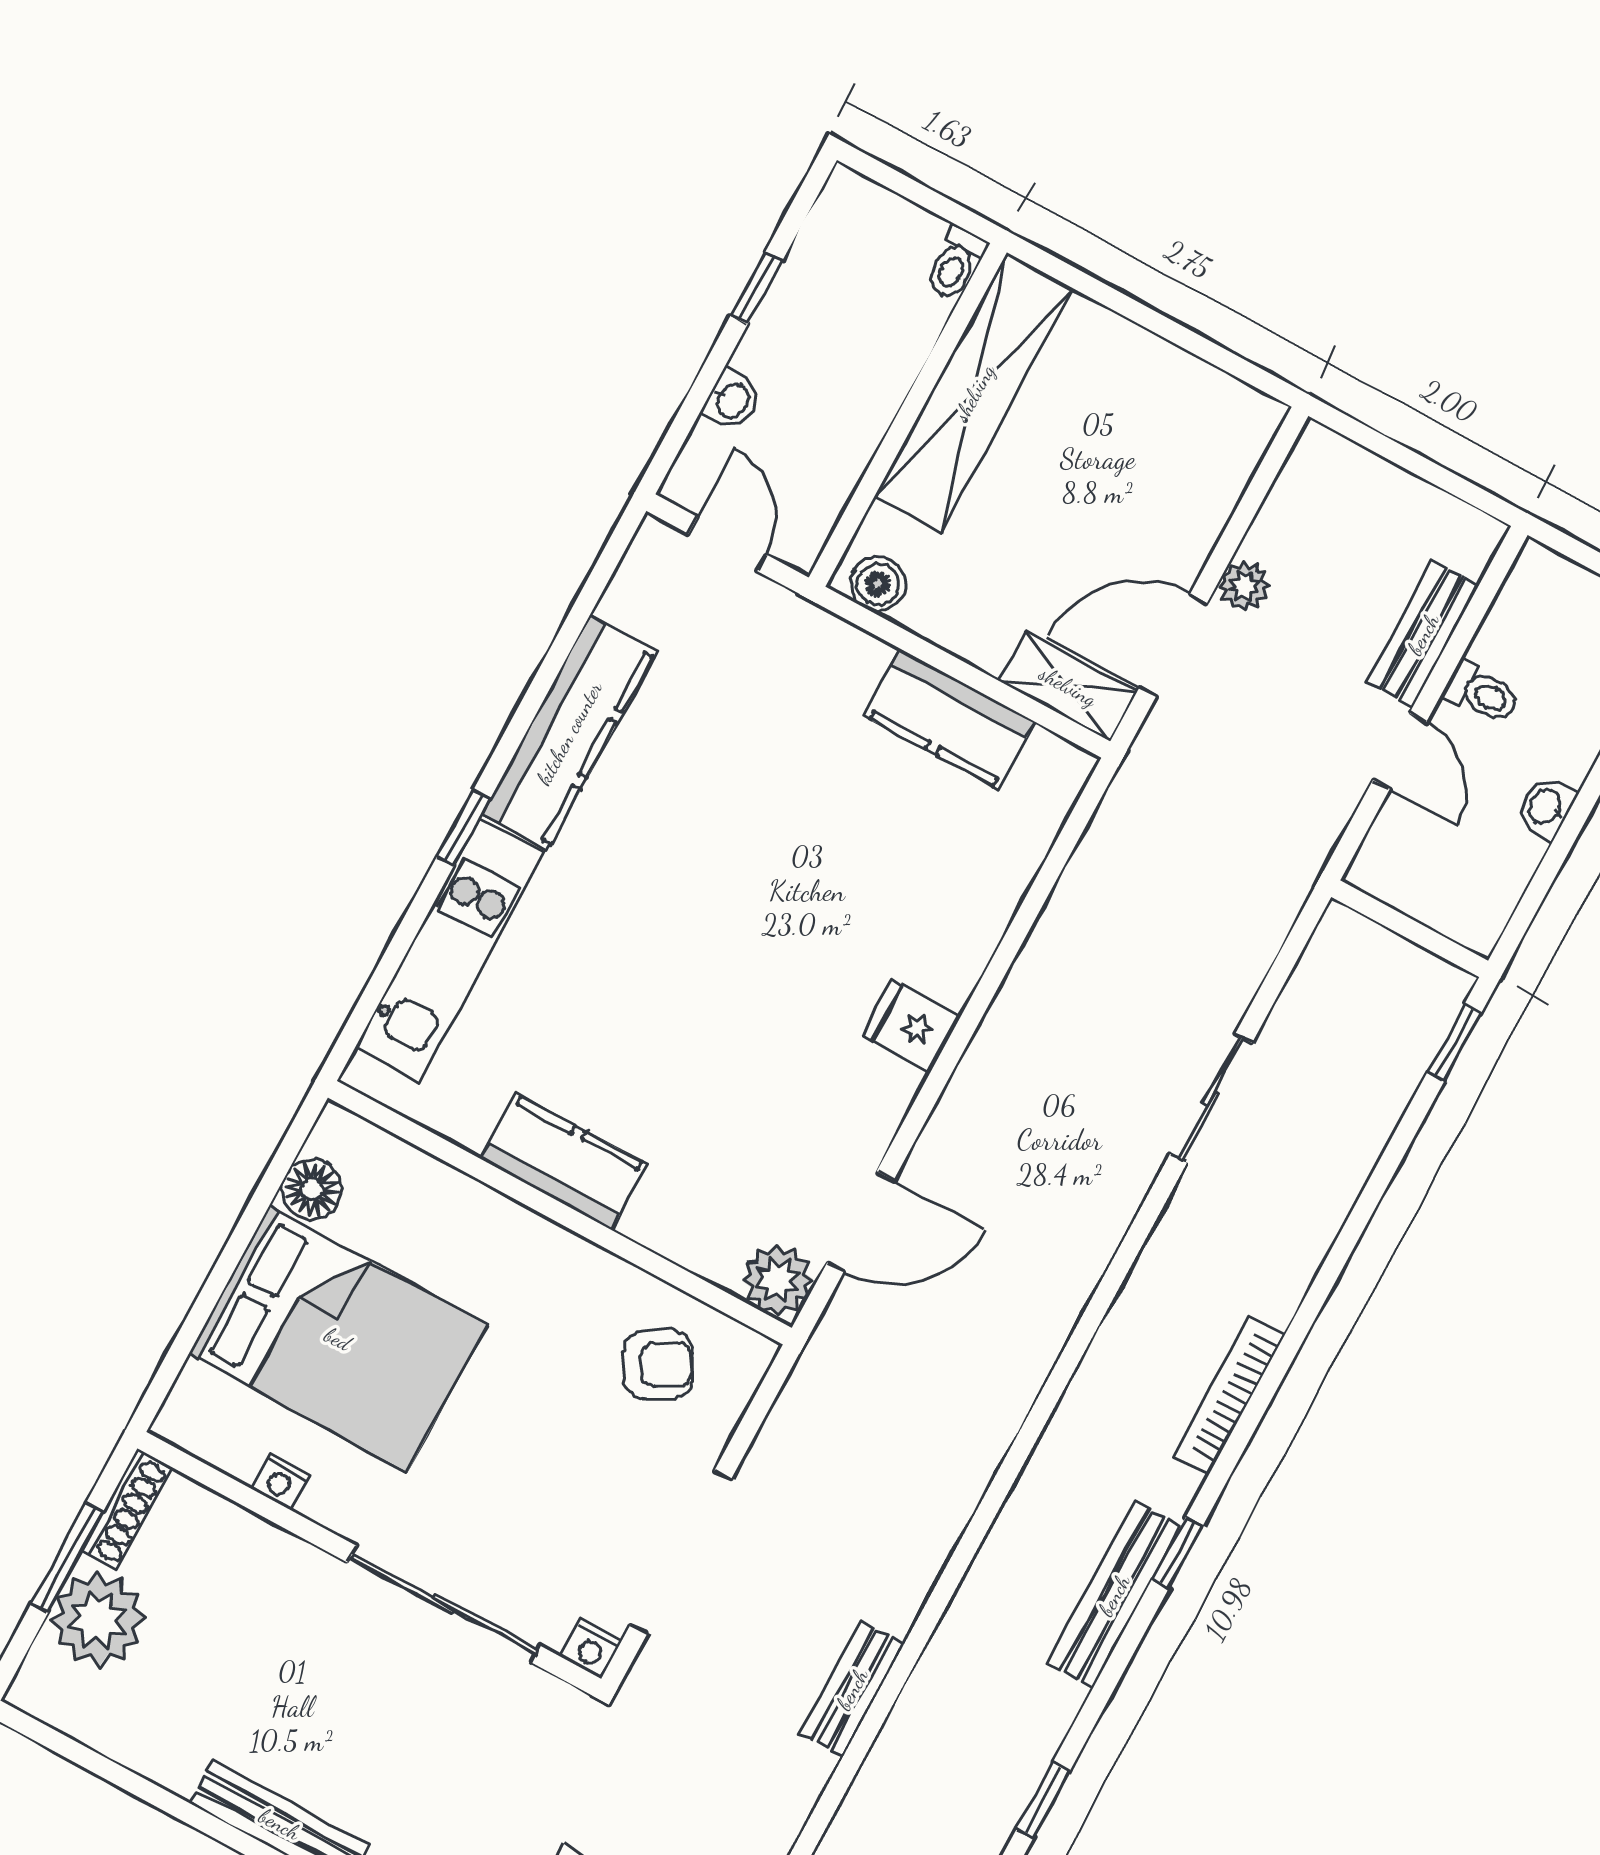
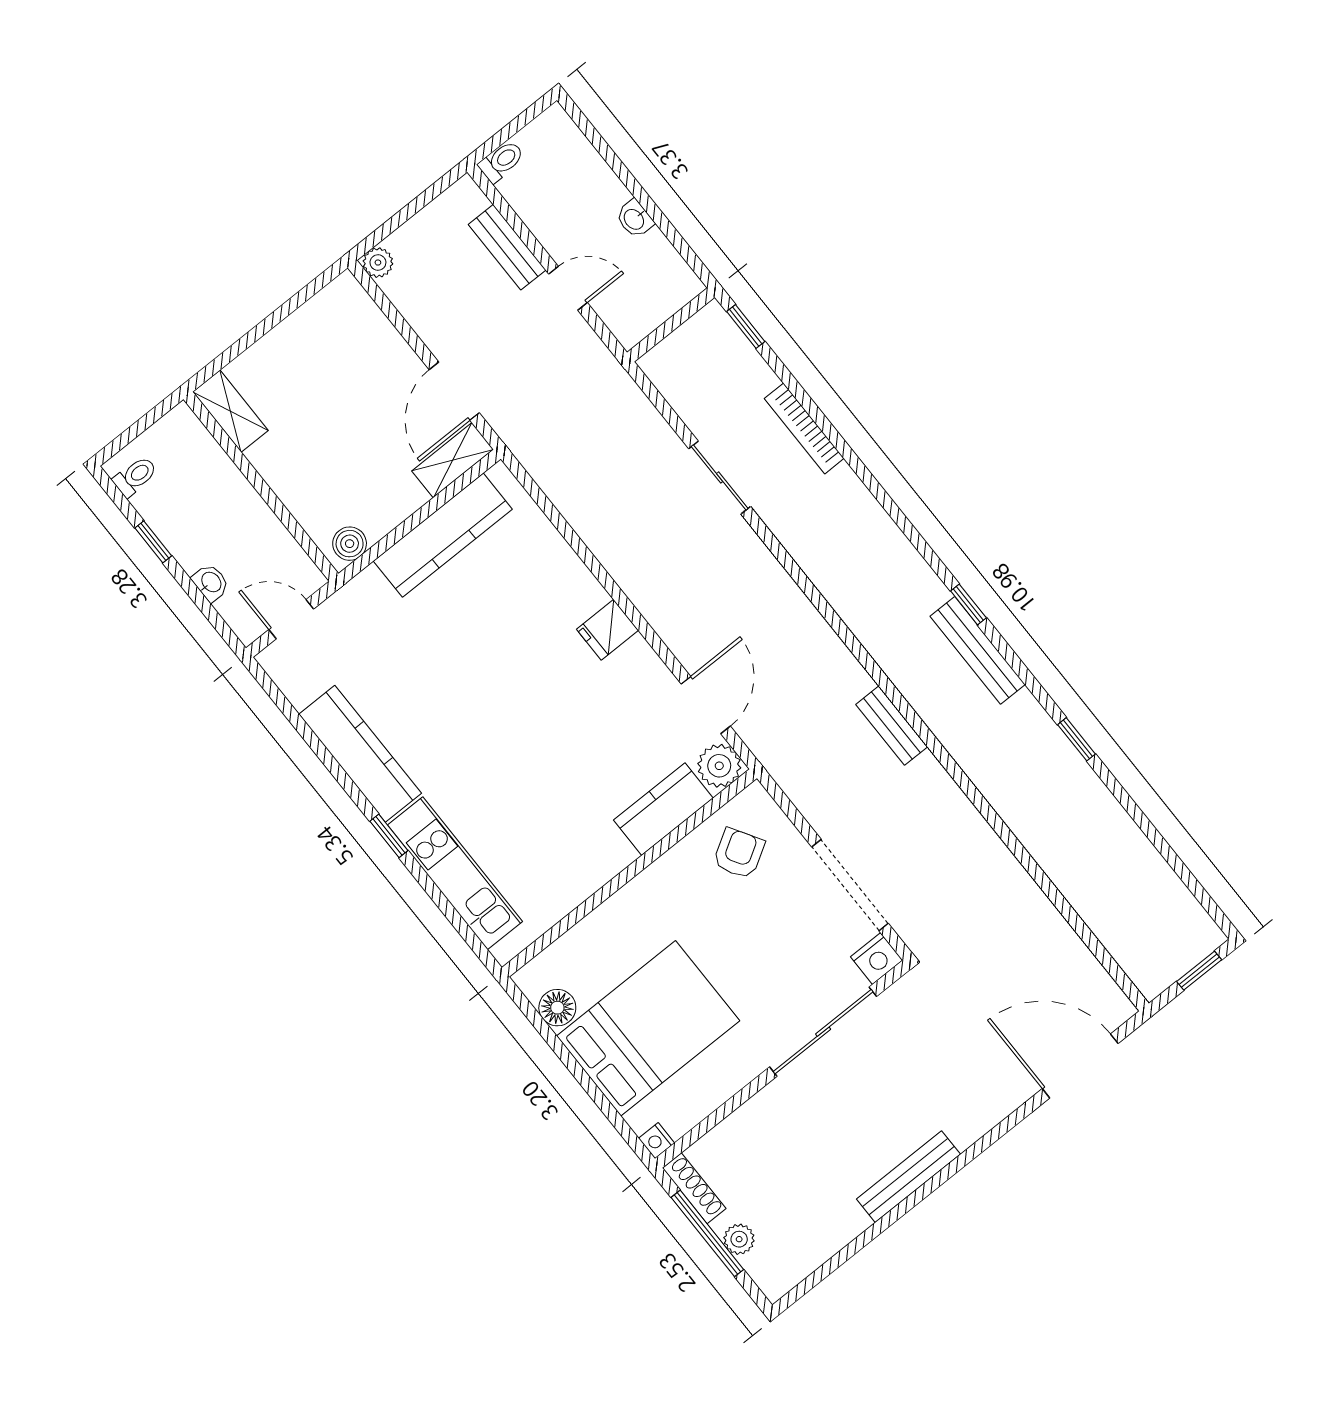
toilet: (956, 263) -> (135, 476), moved, turned -90
shelving: (974, 393) -> (230, 411), width x0.45, depth x0.75
plant: (1244, 586) -> (378, 263), moved
toilet: (1482, 693) -> (501, 161), moved
kitchen counter: (949, 719) -> (443, 535), width x1.50
kitchen counter: (564, 1162) -> (663, 809), moved
bookcase: (1229, 1395) -> (804, 428), moved
nightstand: (280, 1481) -> (657, 1141), moved, turned 90
window: (67, 1558) -> (707, 1233), width x1.44
plant: (98, 1619) -> (739, 1239), width x0.53, depth x0.53
nightstand: (591, 1649) -> (877, 959), width x1.39, depth x1.35
bench: (852, 1689) -> (892, 726), moved

